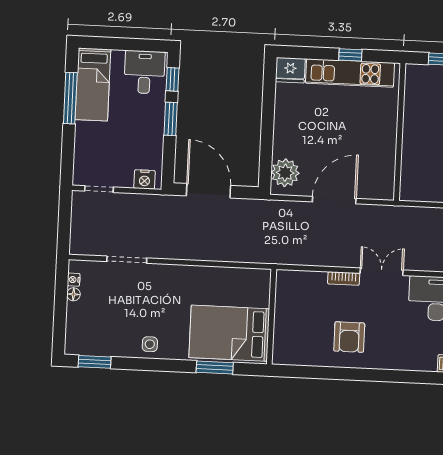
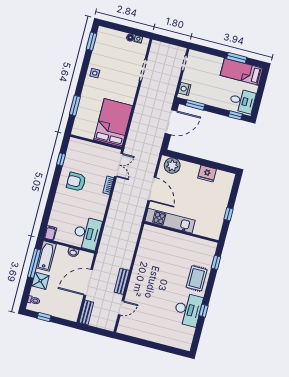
fridge: (290, 70) -> (207, 174), moved, turned -90
kitchen unit: (350, 73) -> (170, 221), moved, turned 90
window: (70, 98) -> (237, 58), width x0.69
window: (171, 119) -> (195, 105), moved
double door: (382, 272) -> (119, 165), moved
bed: (229, 333) -> (113, 123), moved
window: (315, 372) -> (61, 159), added

